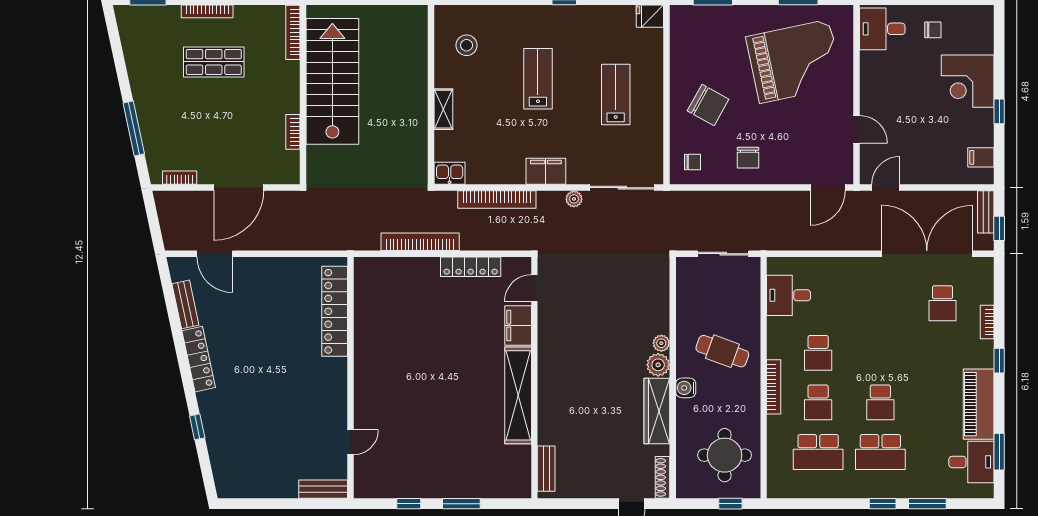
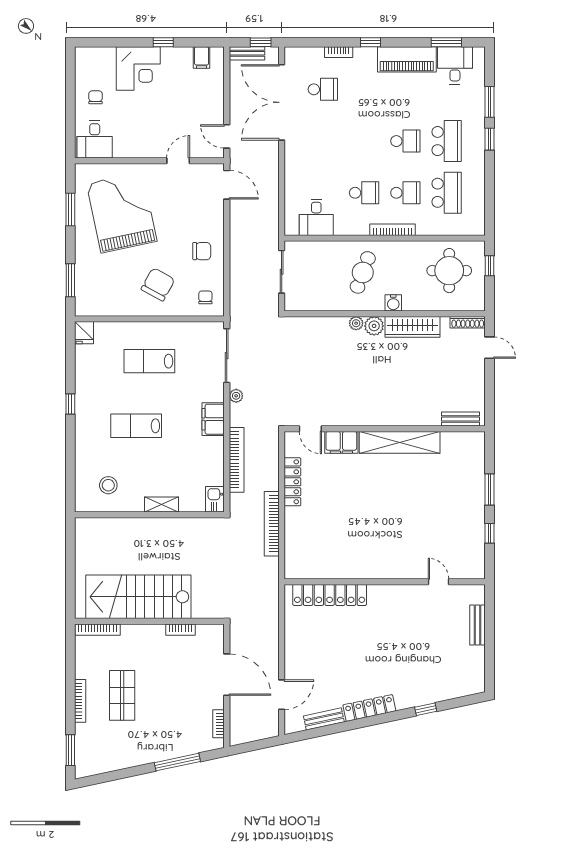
bench: (323, 489) -> (478, 625), moved

